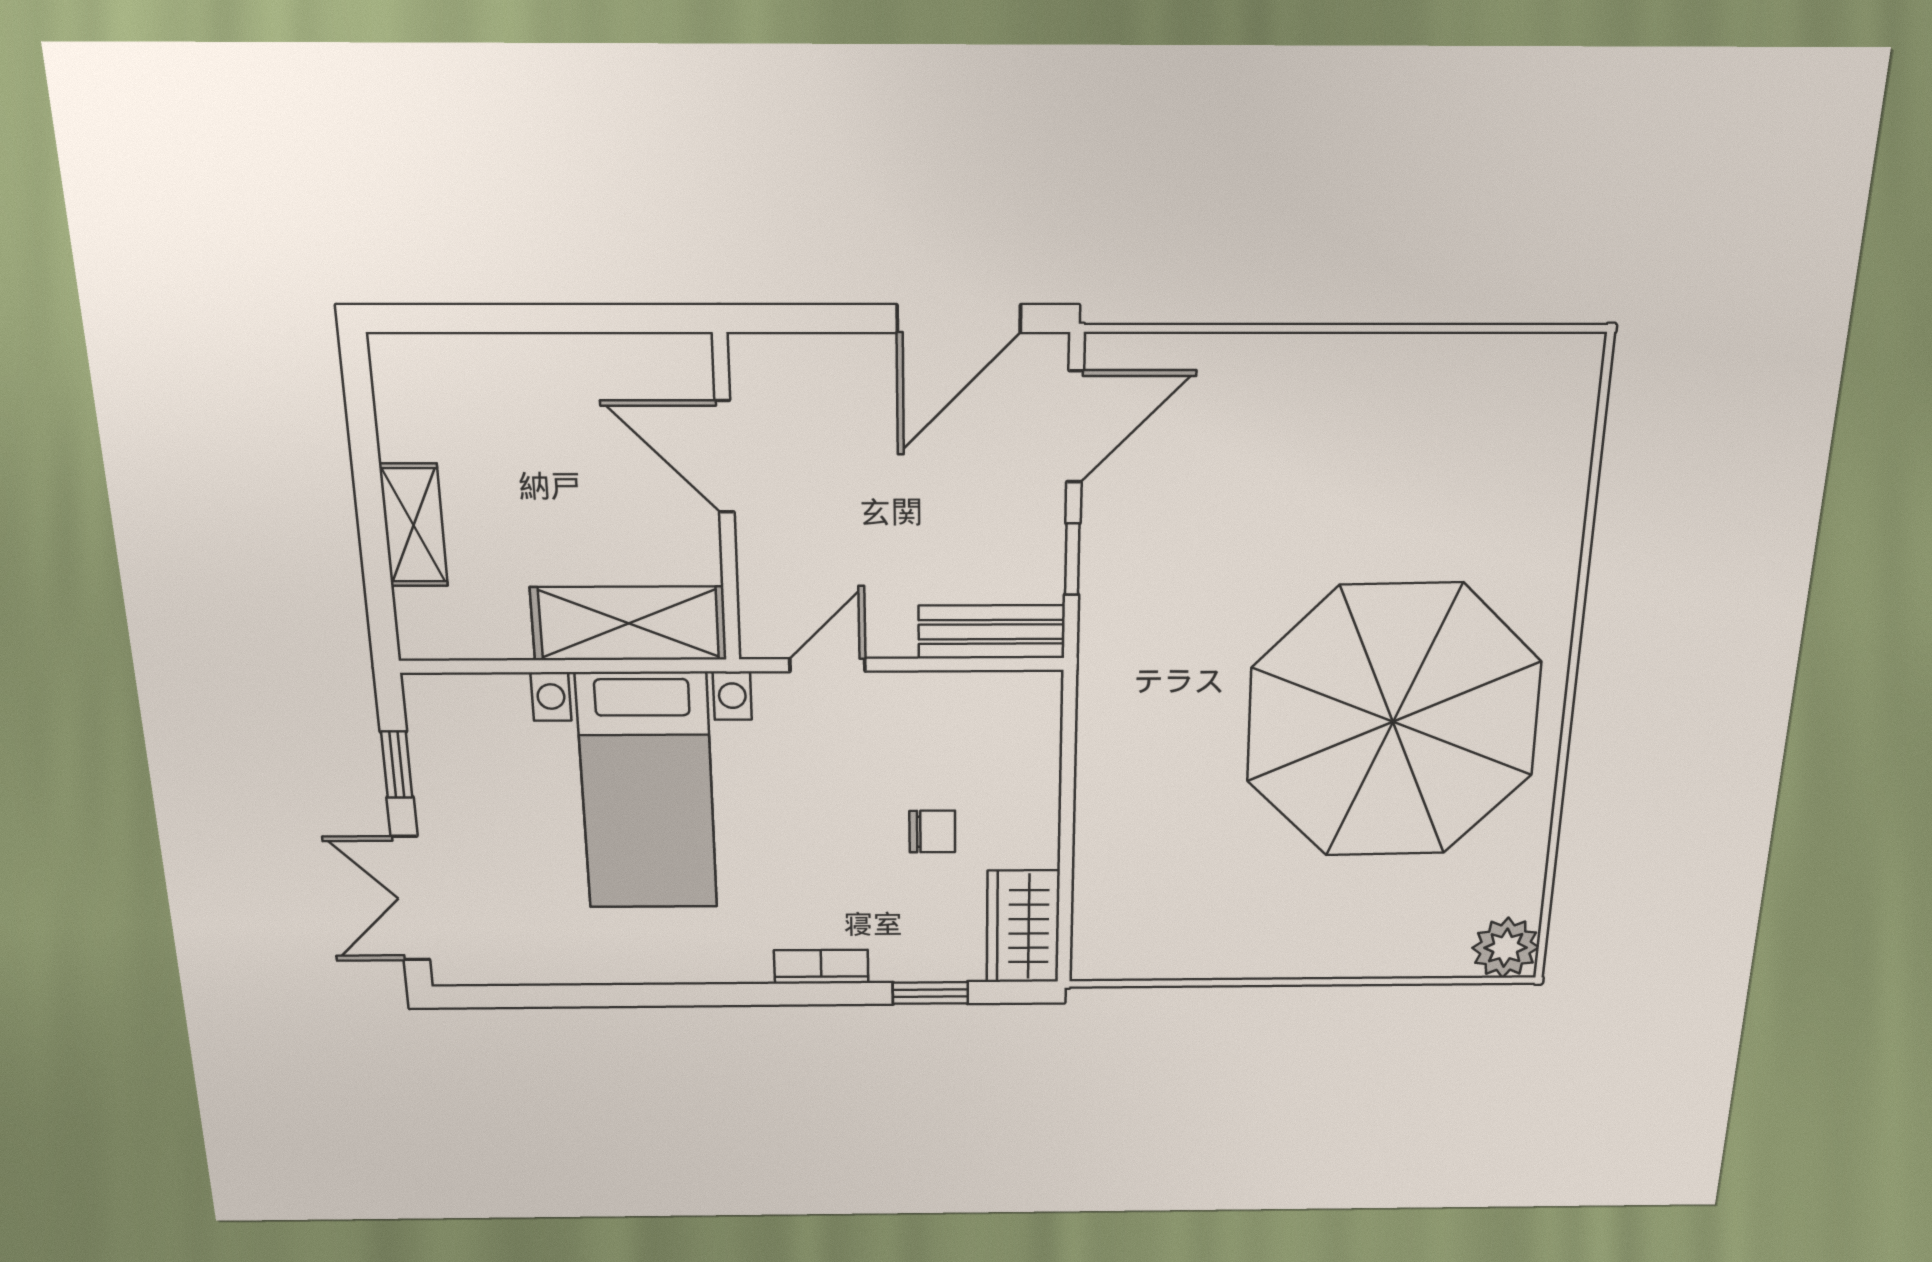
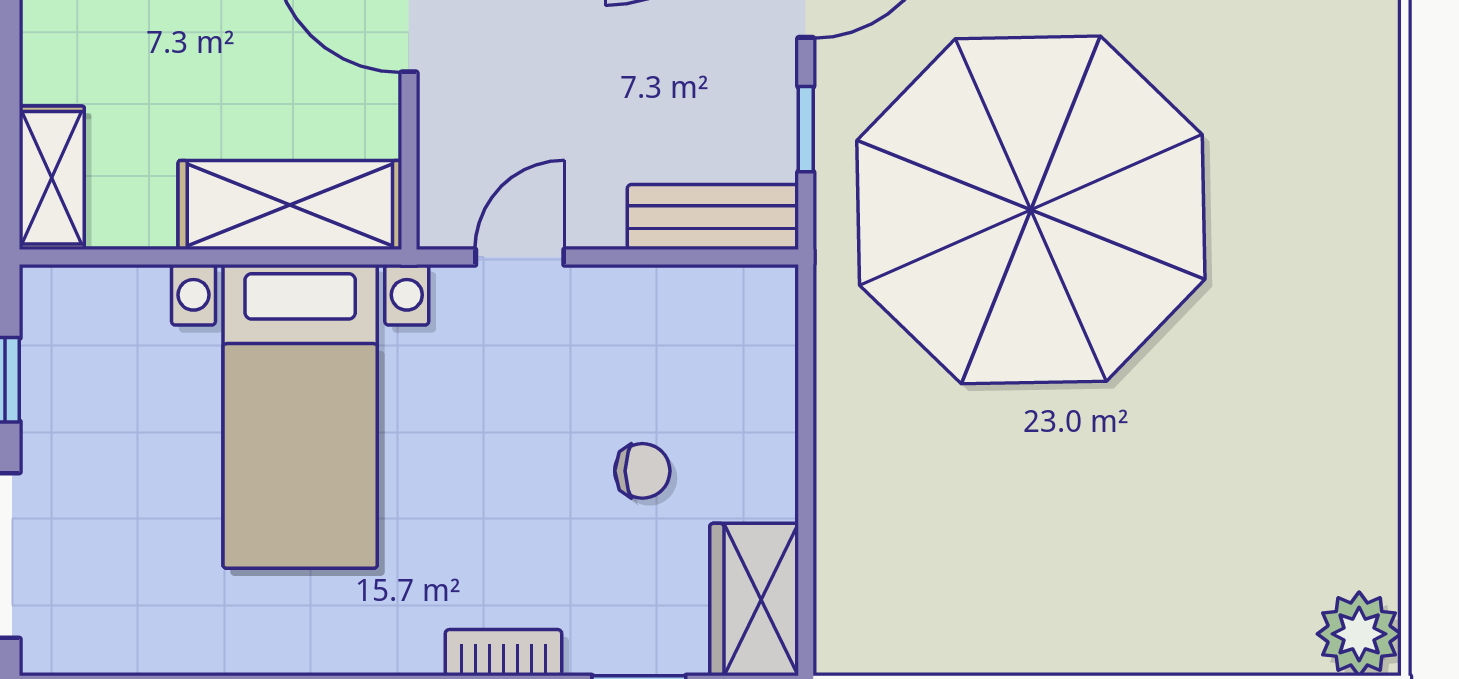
shelving: (414, 525) -> (52, 178), moved
parasol: (1393, 722) -> (1031, 210), moved

